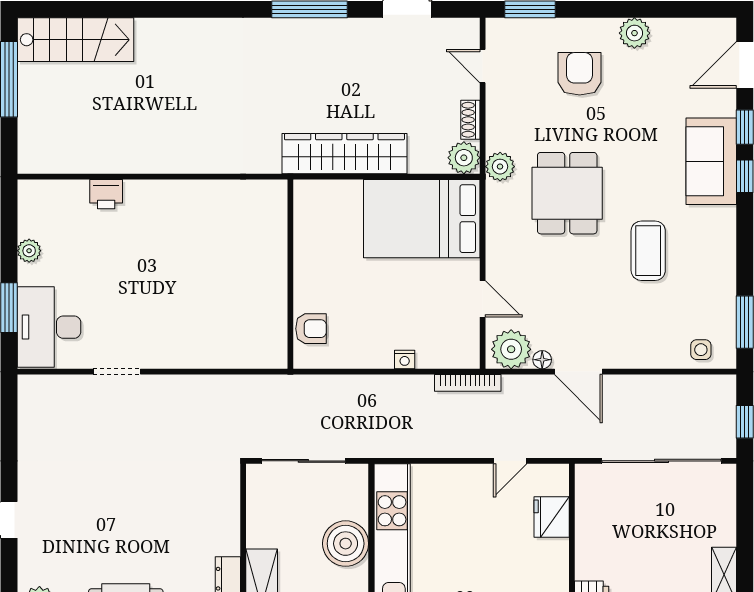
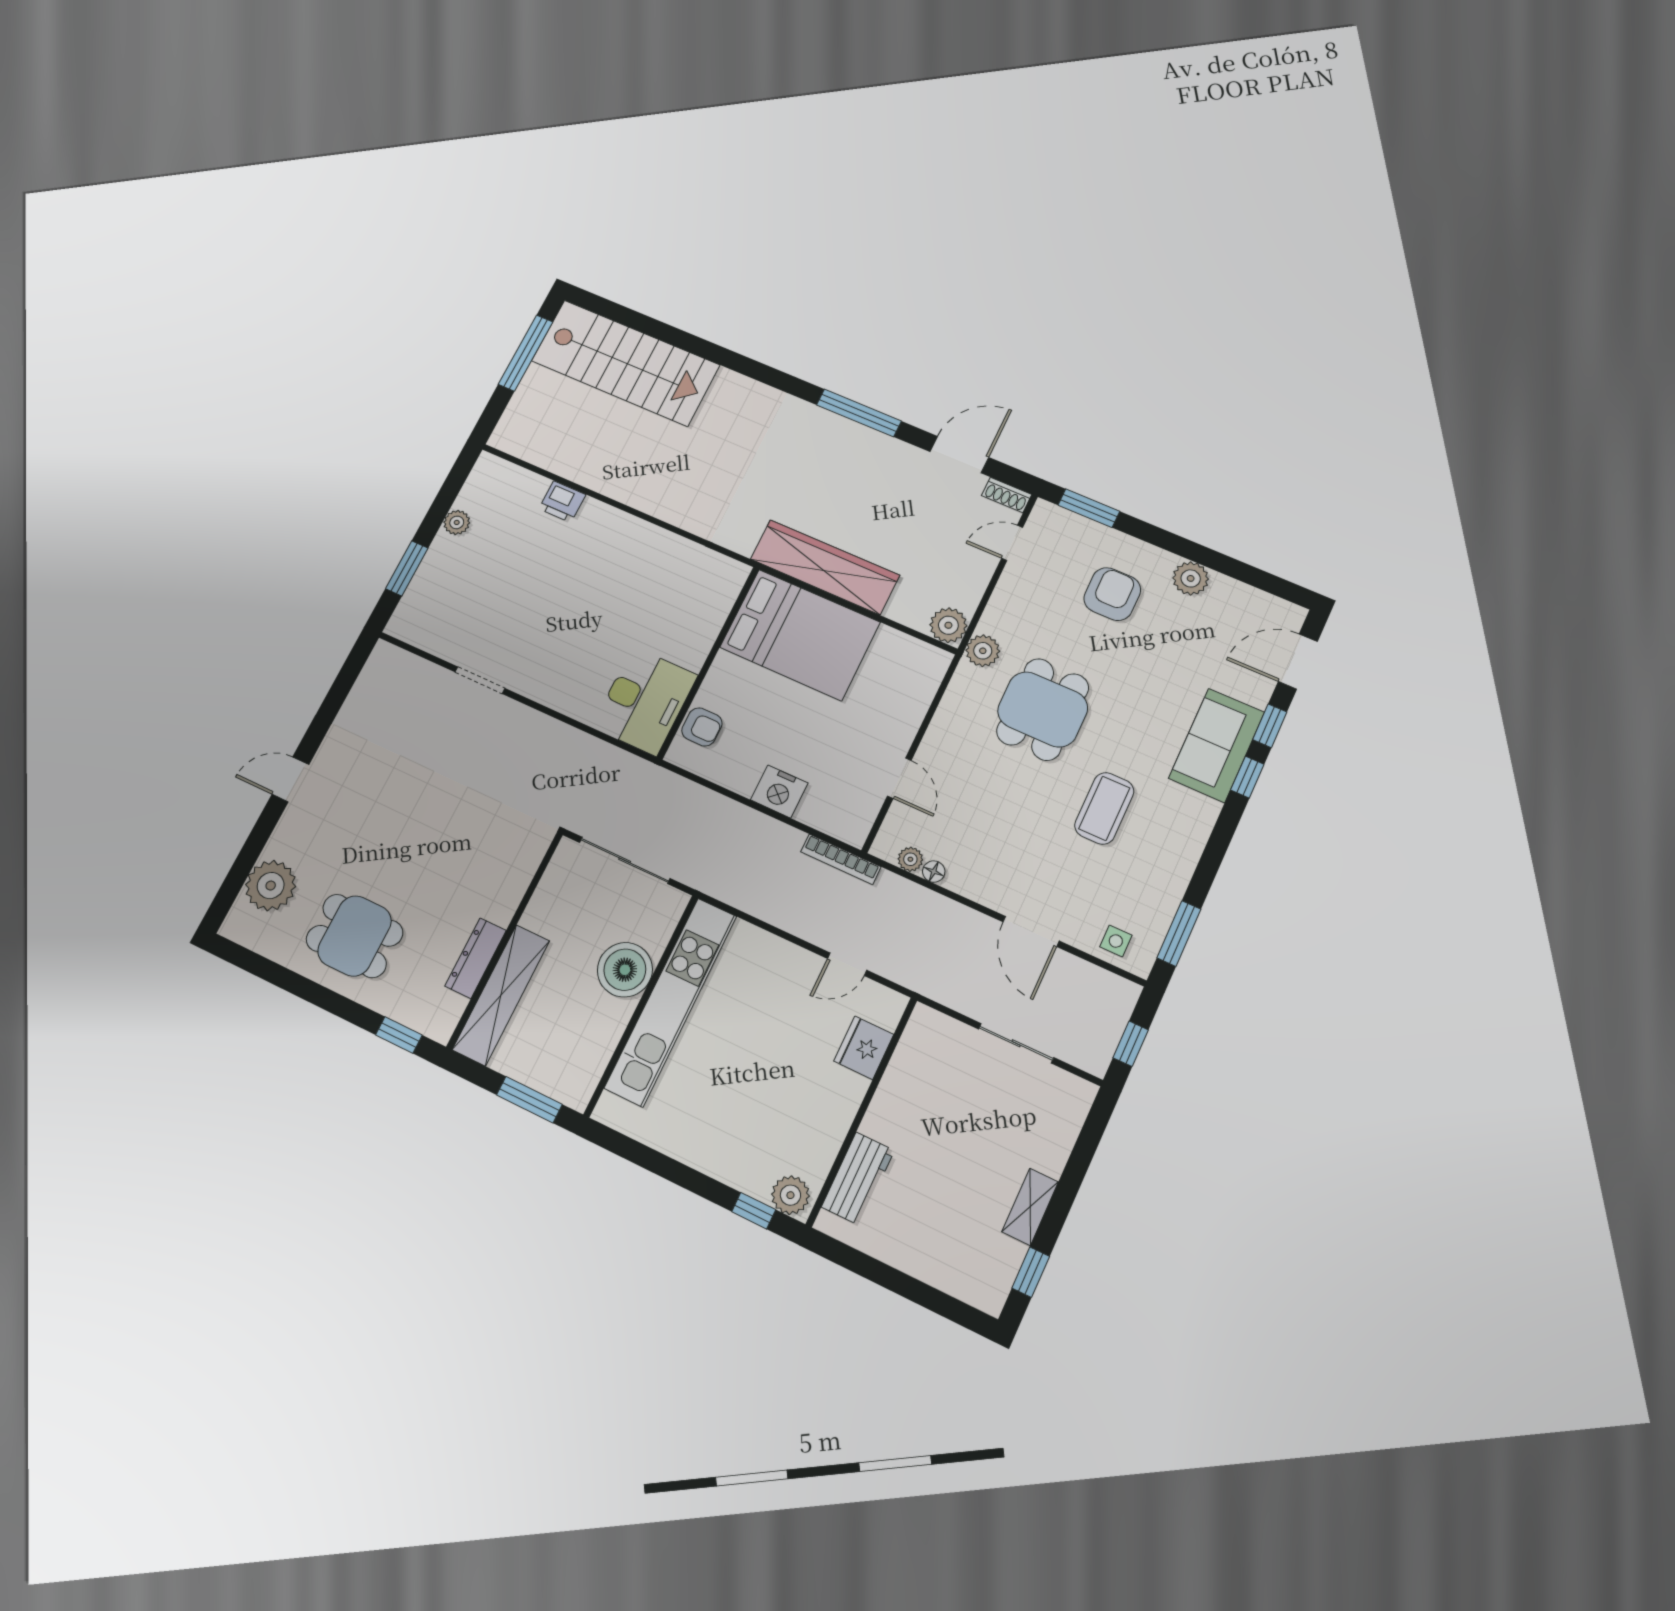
stairs: (76, 40) -> (625, 363), width x1.36, depth x1.51
door: (483, 66) -> (1012, 543), hinge flipped
shoe rack: (470, 120) -> (1007, 495), moved, turned -90
bed: (422, 219) -> (800, 635), moved, turned 180
desk: (49, 327) -> (645, 701), moved, turned 180
plant: (511, 349) -> (910, 859), width x0.53, depth x0.53
nightstand: (405, 359) -> (779, 791), width x1.89, depth x1.79
door: (578, 372) -> (1031, 931), moved
sliding door: (661, 461) -> (1016, 1043), width x0.54

